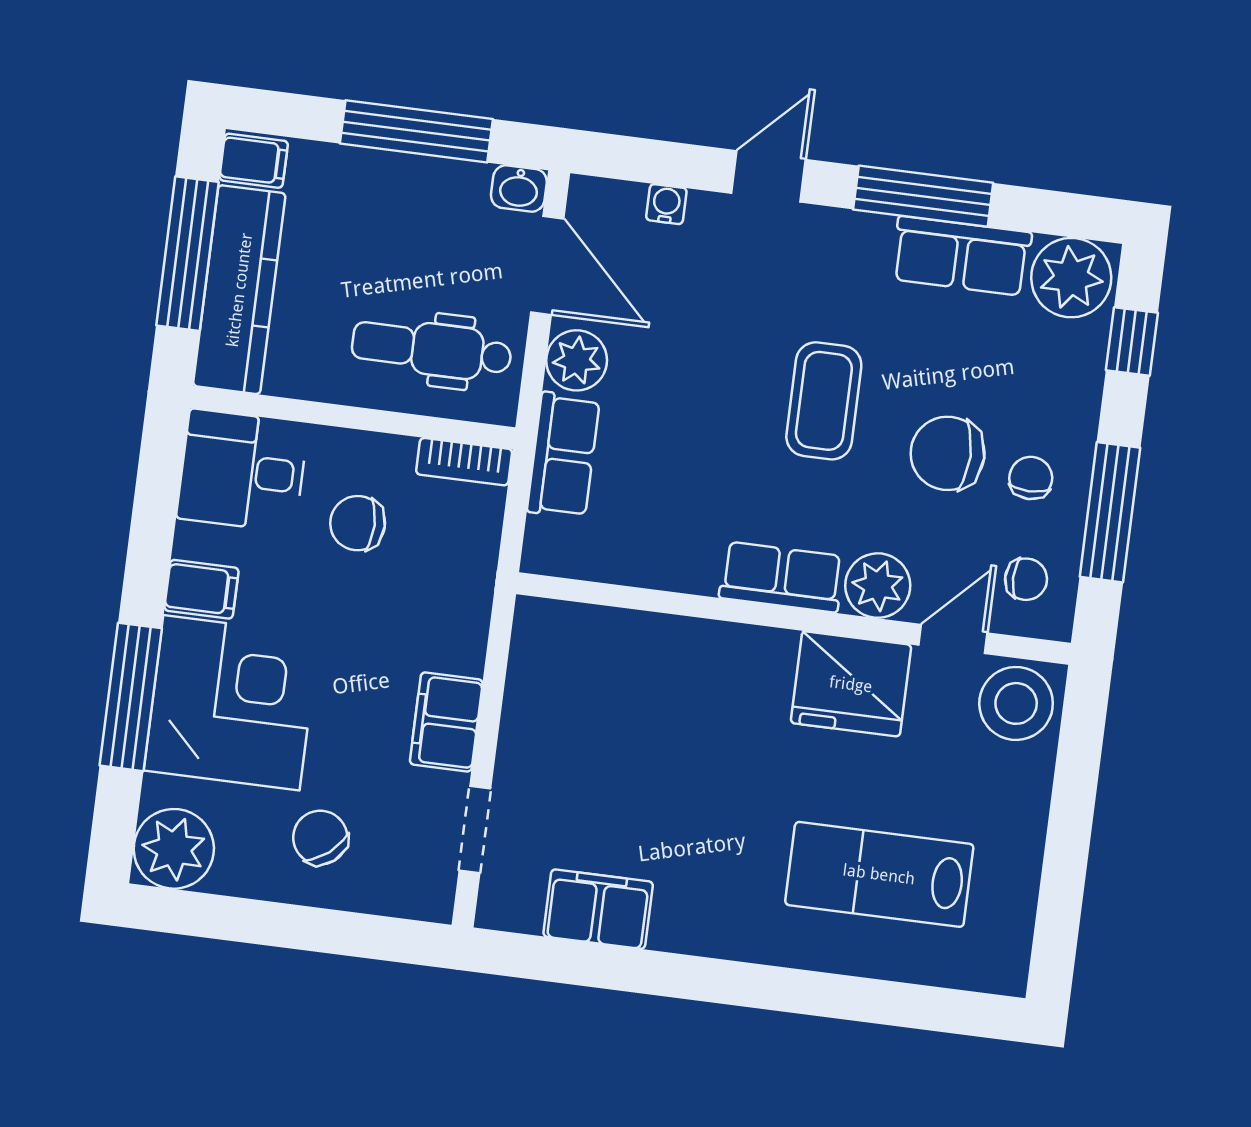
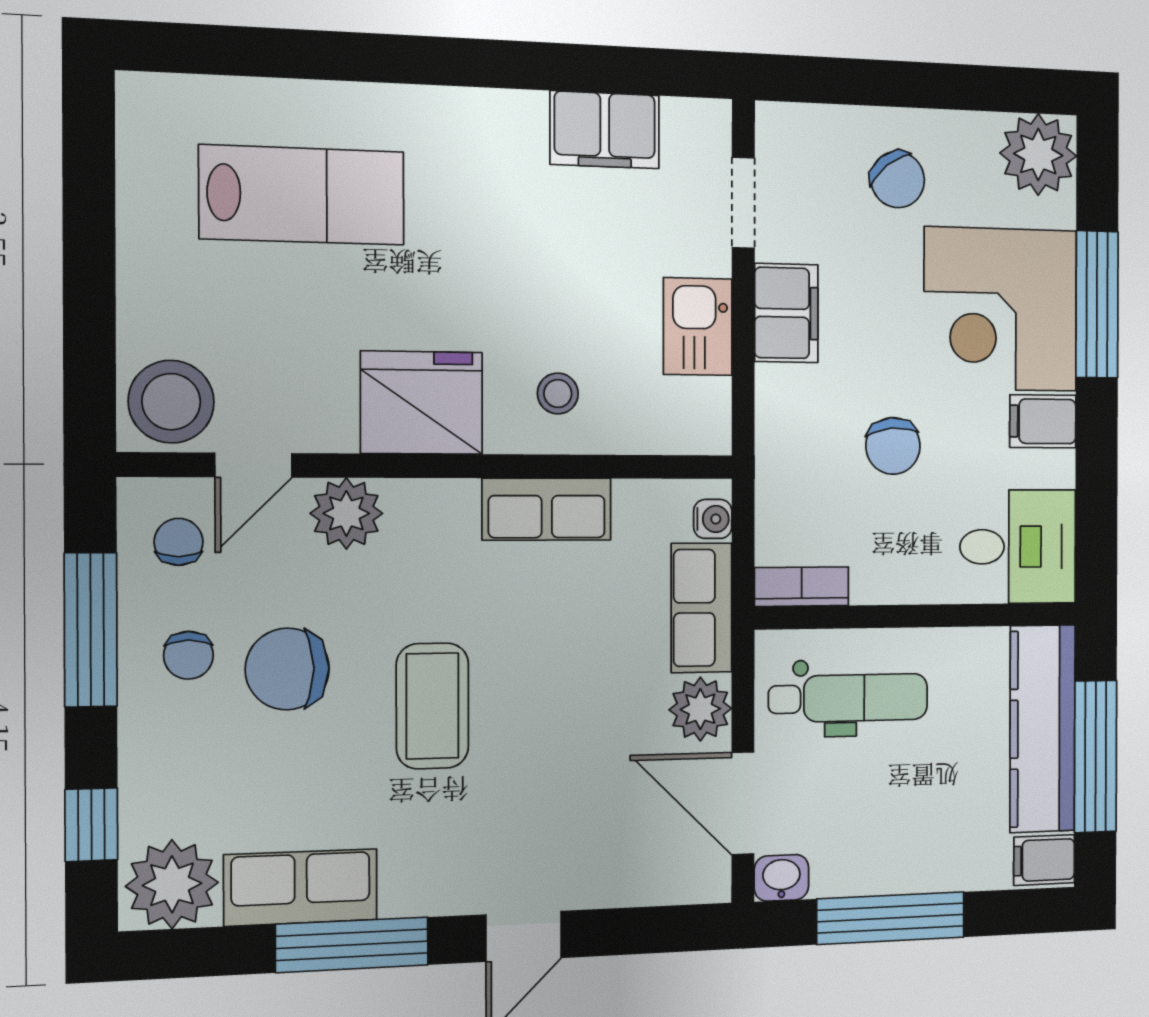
water cooler: (666, 204) -> (713, 519), moved, turned -90
chair: (948, 453) -> (287, 669), turned 180
chair: (358, 523) -> (893, 446), moved, turned 85
row of seats: (781, 577) -> (547, 509), moved
chair: (1026, 579) -> (179, 542), turned 90
stool: (673, 671) -> (558, 394), added
fridge: (851, 684) -> (422, 403), moved
kitchen sink: (533, 718) -> (698, 327), added

